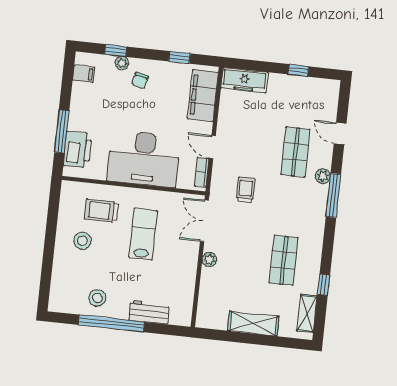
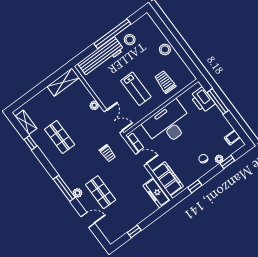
freezer: (244, 80) -> (157, 193), moved, turned -90
trolley: (102, 211) -> (165, 82), turned -89
stool: (82, 241) -> (165, 49), moved
workbench: (149, 312) -> (101, 57), width x1.88, depth x1.32
shelving: (253, 324) -> (63, 82), moved

